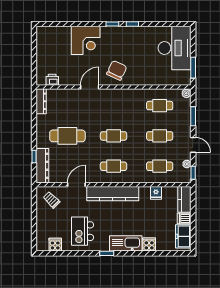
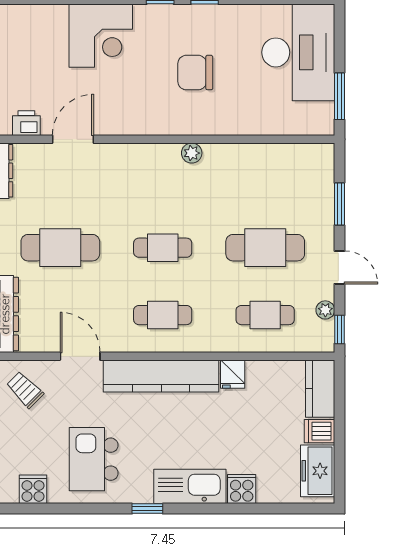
chair: (117, 70) -> (195, 73), moved, turned -115
door: (90, 87) -> (73, 139), moved
plant: (186, 93) -> (192, 153), moved
cafe table: (160, 106) -> (265, 180), removed
cafe table: (160, 136) -> (265, 248), width x1.37, depth x1.35
door: (76, 185) -> (80, 356), hinge flipped
fridge: (156, 193) -> (233, 374), moved

